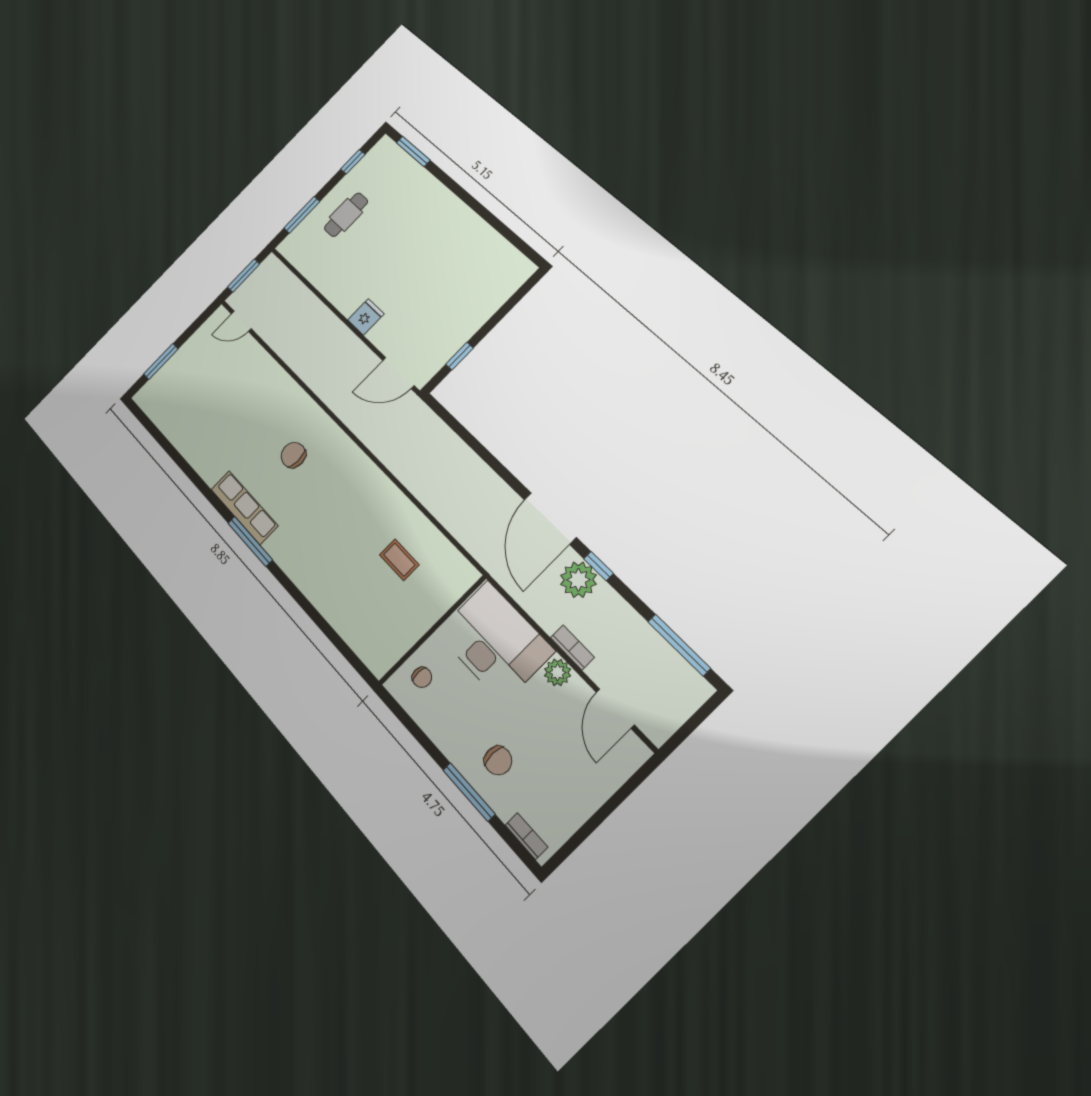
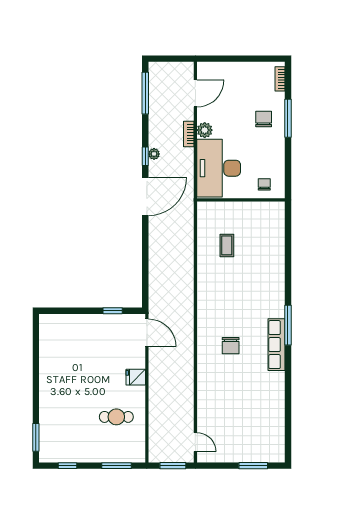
cafe table: (346, 215) -> (116, 417), moved
plant: (578, 580) -> (154, 154), width x0.53, depth x0.53

